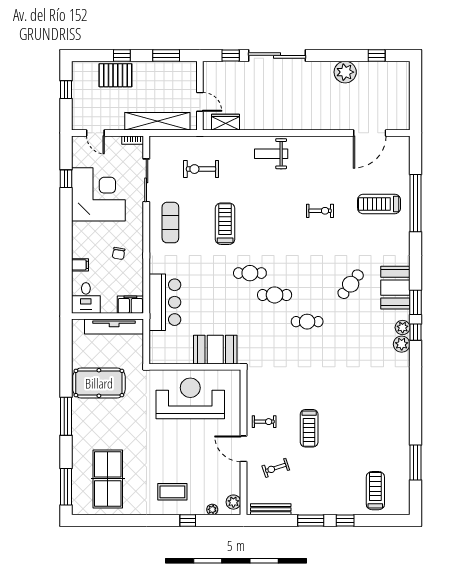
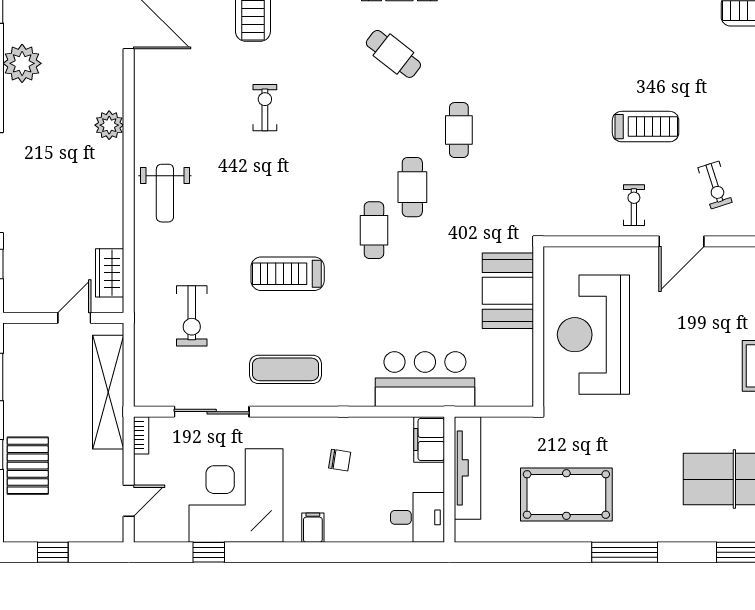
plant: (310, 122) -> (109, 125), added
filing cabinet: (80, 265) -> (313, 528), moved
pool table: (99, 383) -> (566, 494), turned 90

